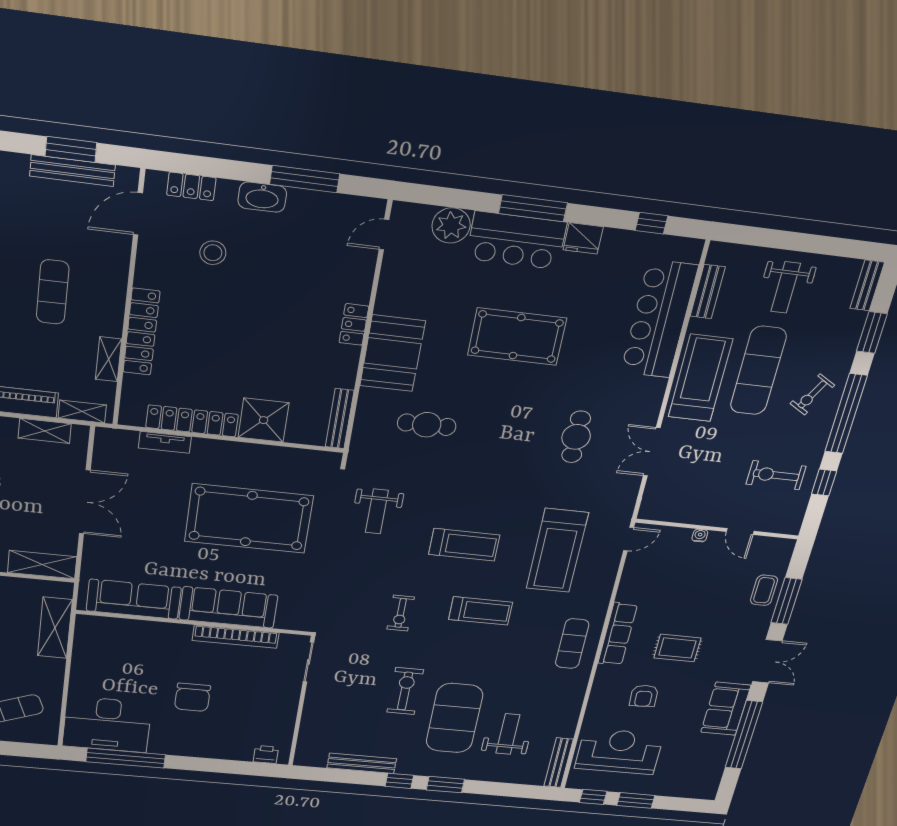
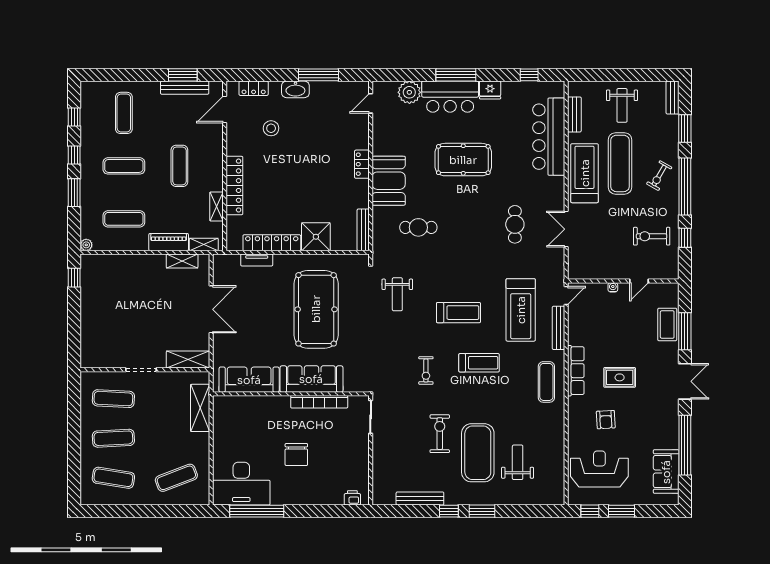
pool table: (249, 519) -> (316, 309), turned 90
door: (740, 531) -> (639, 281), hinge flipped
coffee table: (764, 590) -> (667, 324), width x1.36, depth x1.30
sofa: (726, 709) -> (666, 472), moved
bench: (559, 763) -> (558, 328), moved

